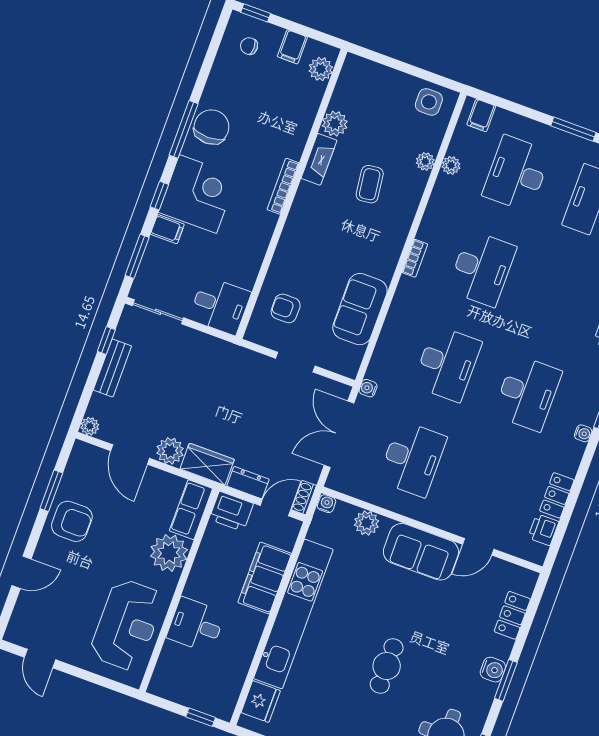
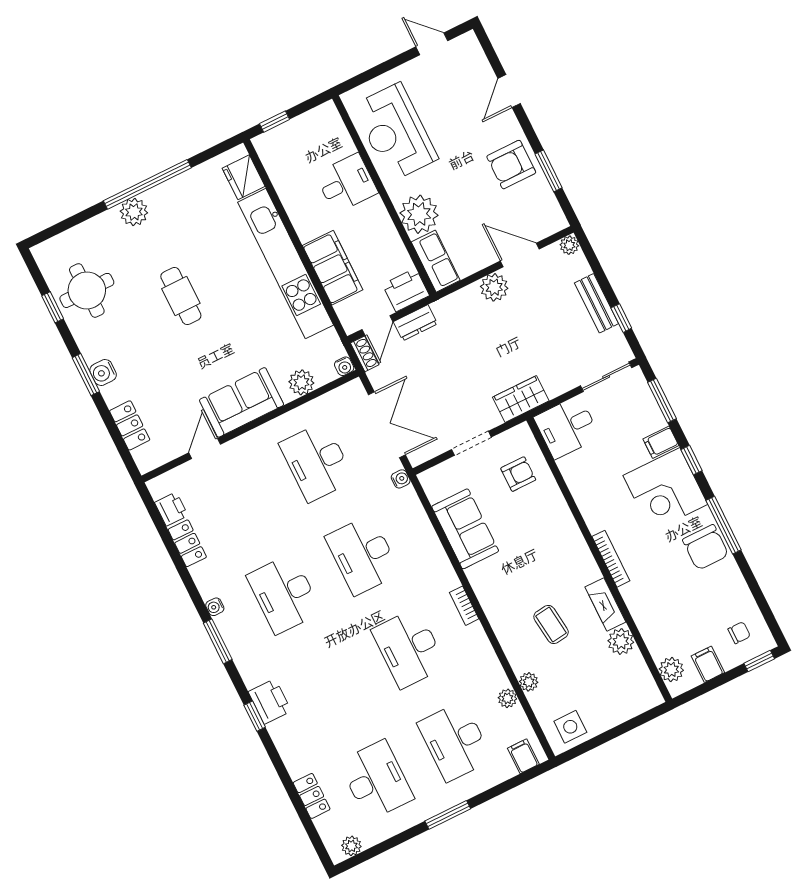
desk: (517, 174) -> (455, 741), turned 180
wardrobe: (207, 464) -> (521, 399), moved, turned 180

